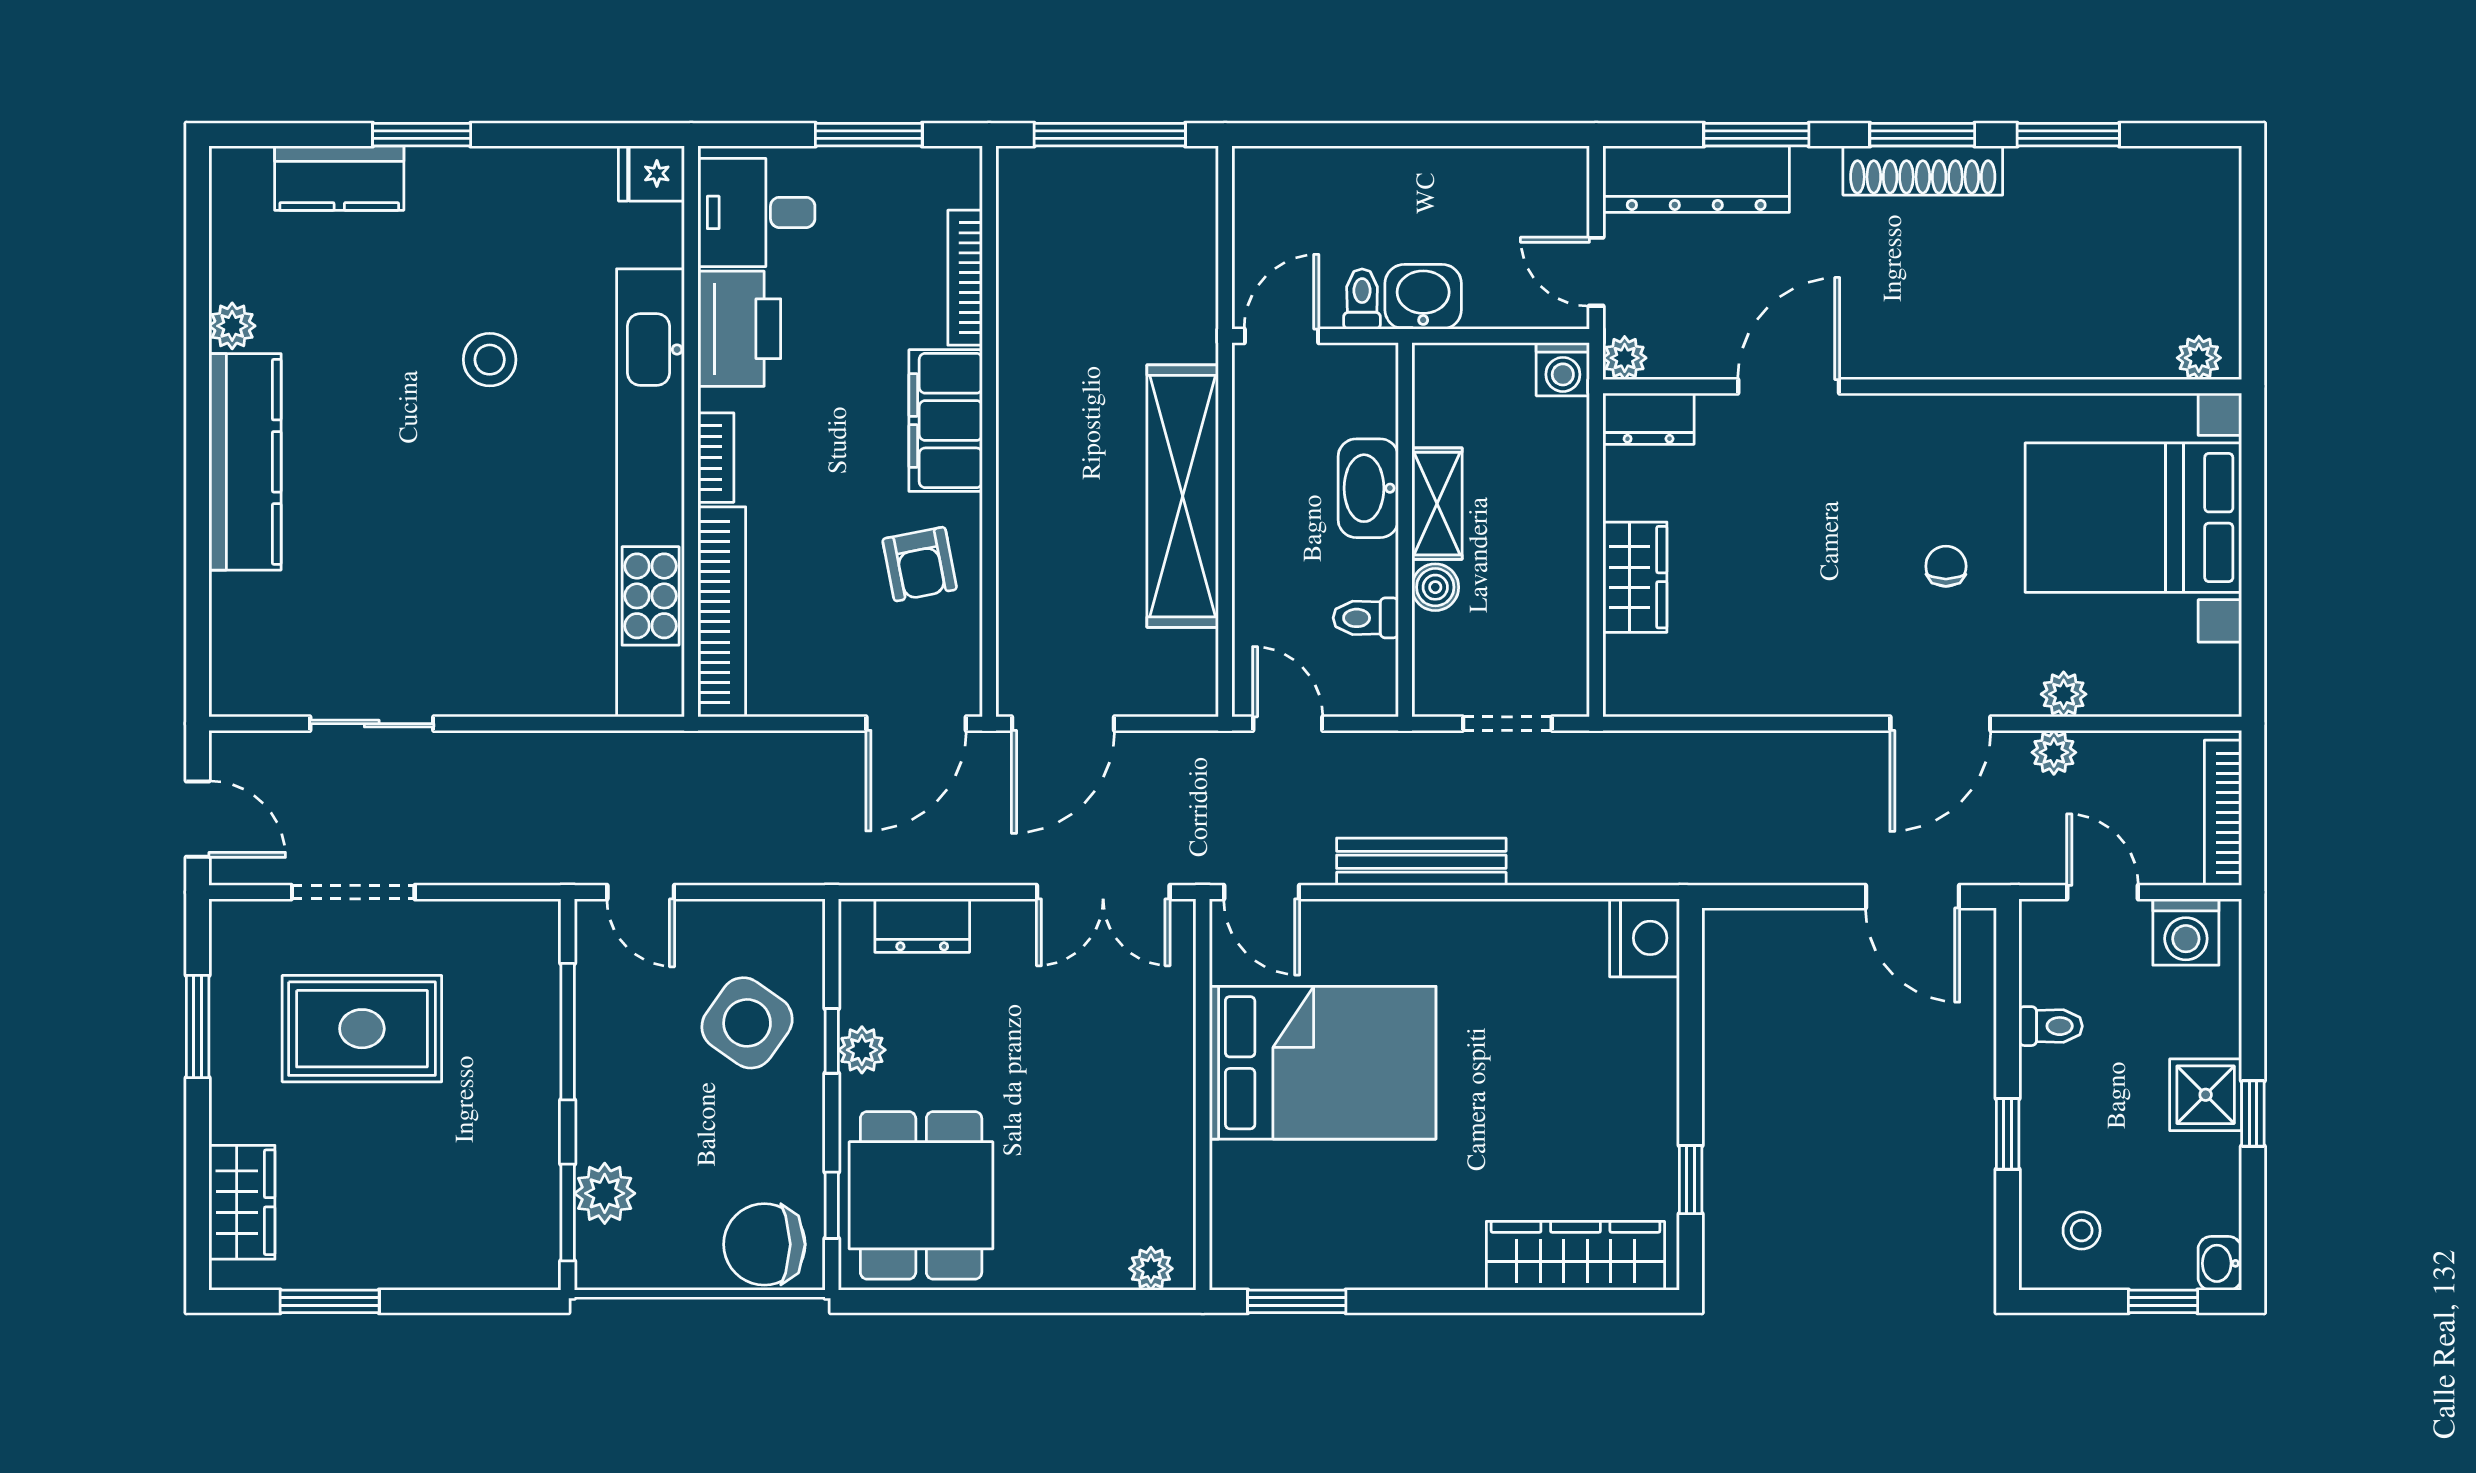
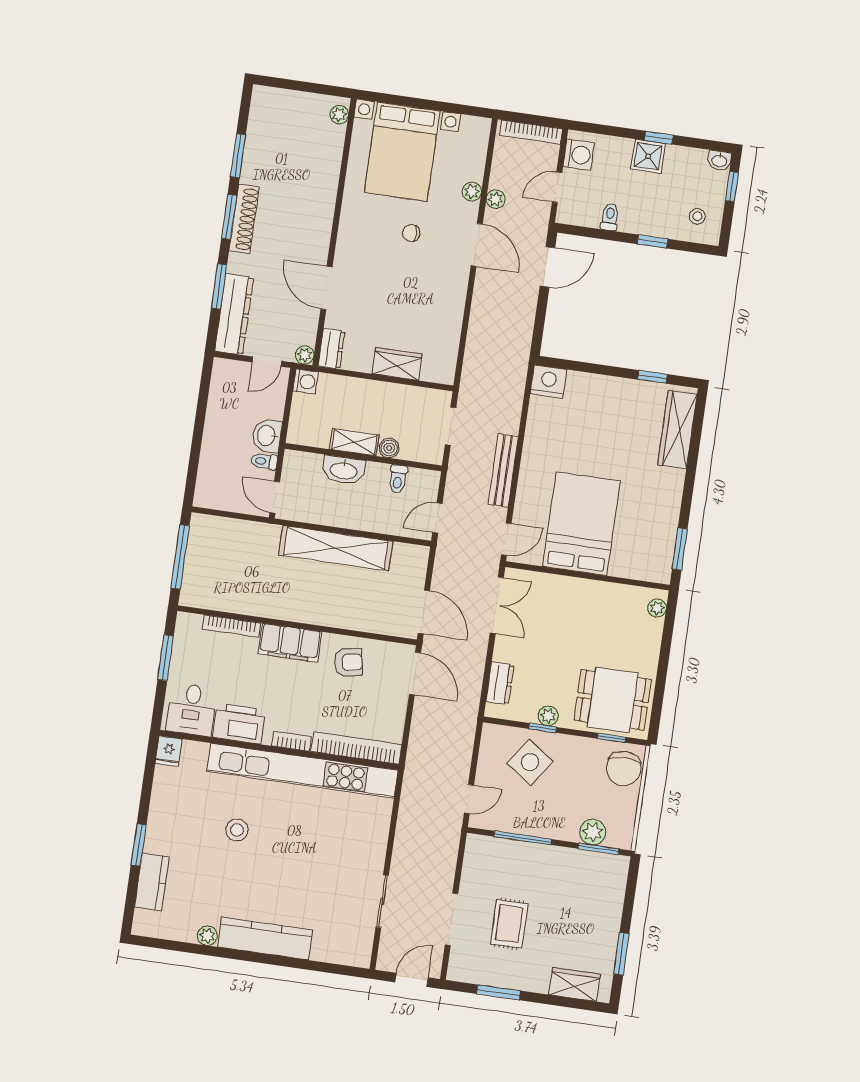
rug: (362, 1029) -> (509, 924), width x0.73, depth x0.70

